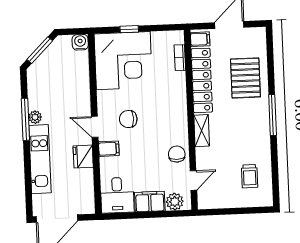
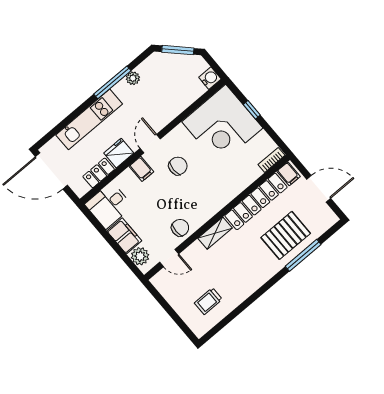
bookcase: (180, 58) -> (272, 160), moved
window: (273, 115) -> (303, 255), moved
plant: (35, 117) -> (133, 78), moved
chair: (128, 119) -> (178, 166), turned 90
locker: (86, 184) -> (99, 173), added

